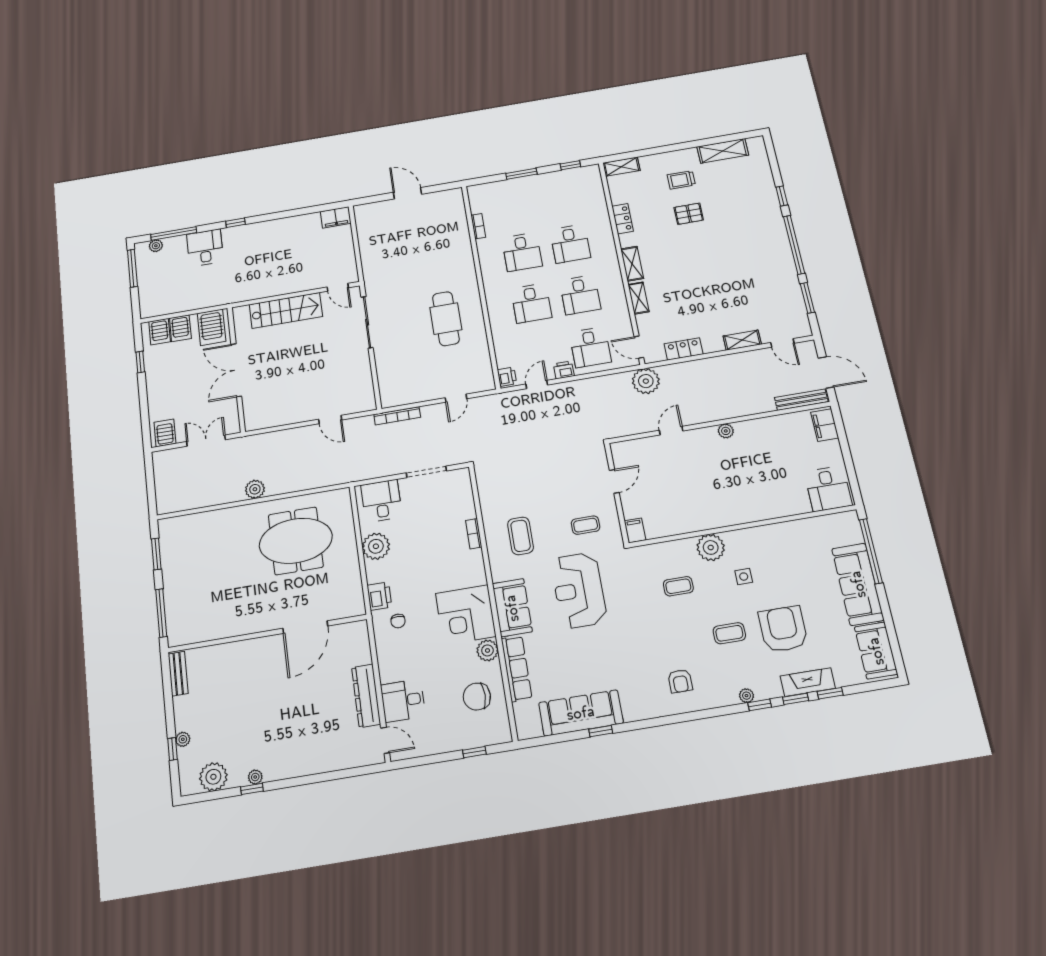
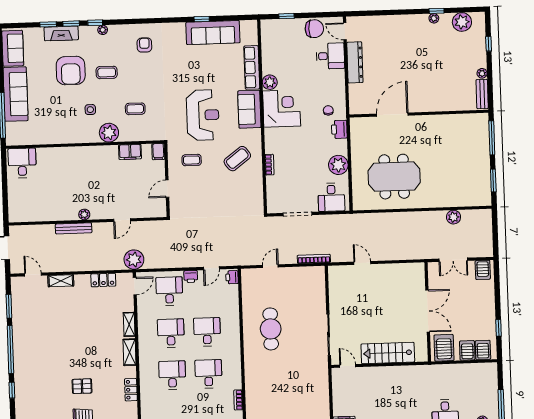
door: (639, 347) -> (135, 286), hinge flipped
bench: (801, 400) -> (74, 228), moved
filing cabinet: (825, 425) -> (130, 152), moved, turned 90
plant: (255, 489) -> (453, 217), moved
coffee table: (520, 536) -> (237, 159), turned 53
chair: (477, 697) -> (314, 29), moved
plant: (183, 739) -> (482, 73), moved

